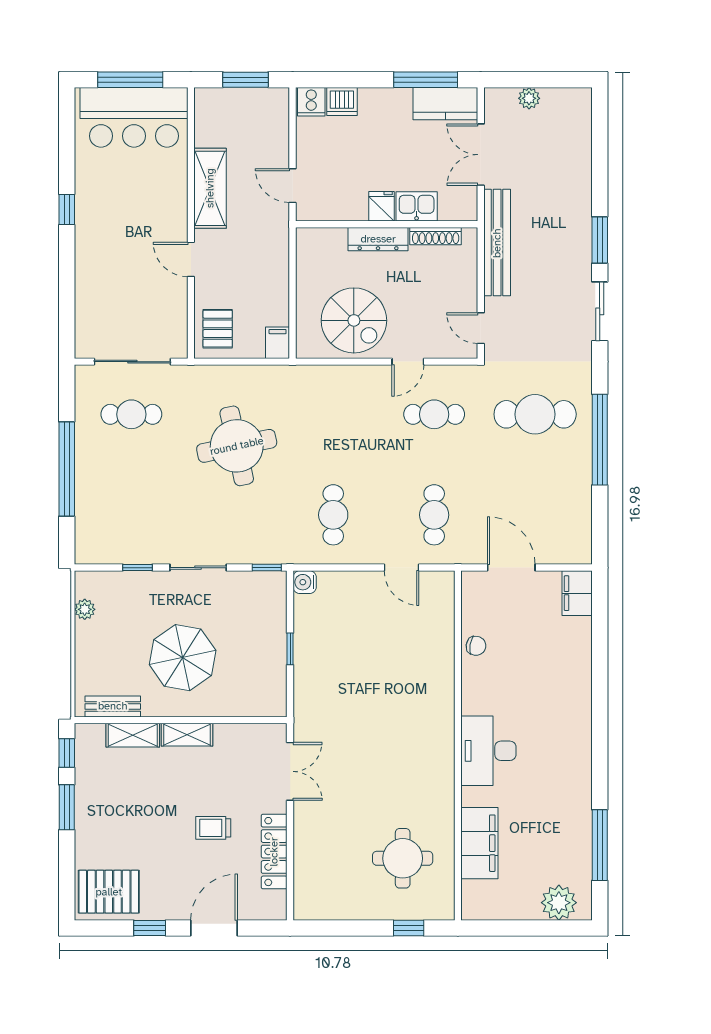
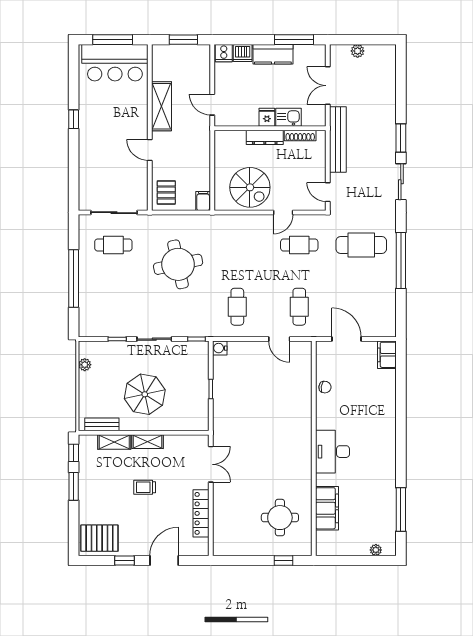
kitchen counter: (445, 104) -> (273, 54), moved
trolley: (213, 828) -> (145, 487), moved
plant: (559, 903) -> (376, 550), width x0.53, depth x0.53

